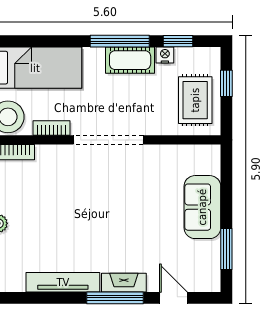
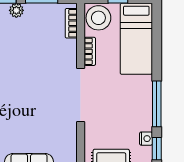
cot: (130, 60) -> (142, 112), removed

